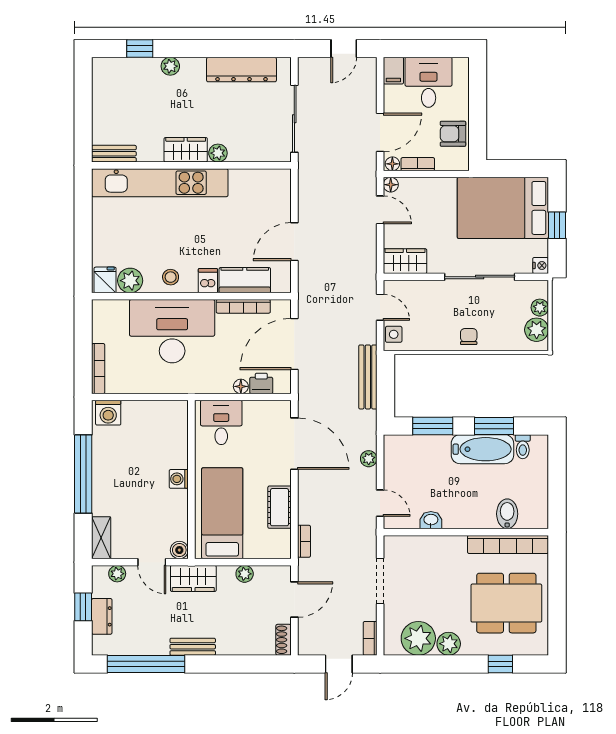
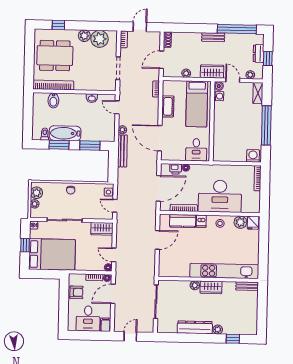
dresser: (242, 70) -> (195, 327), moved
bench: (368, 377) -> (122, 151), moved
washing machine: (179, 479) -> (219, 96), moved

